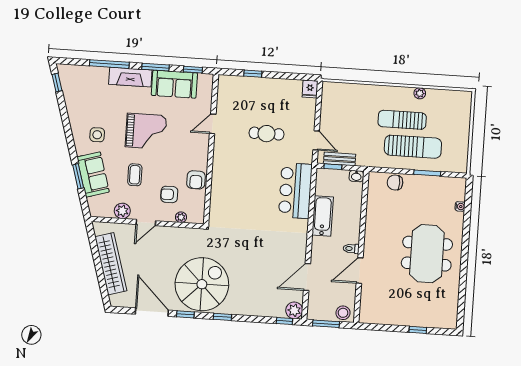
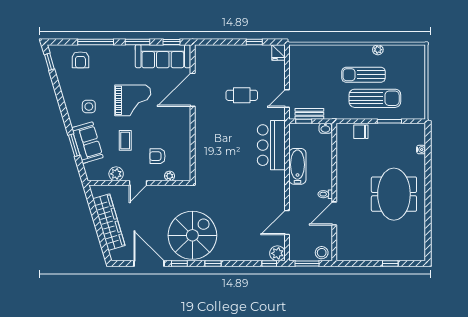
window: (253, 74) -> (254, 42), moved
fireplace: (130, 77) -> (115, 52), removed
sofa: (174, 84) -> (163, 56), width x1.36
door: (213, 124) -> (193, 90), width x1.87
door: (316, 140) -> (287, 98), swing flipped
armchair: (196, 180) -> (80, 60), moved

